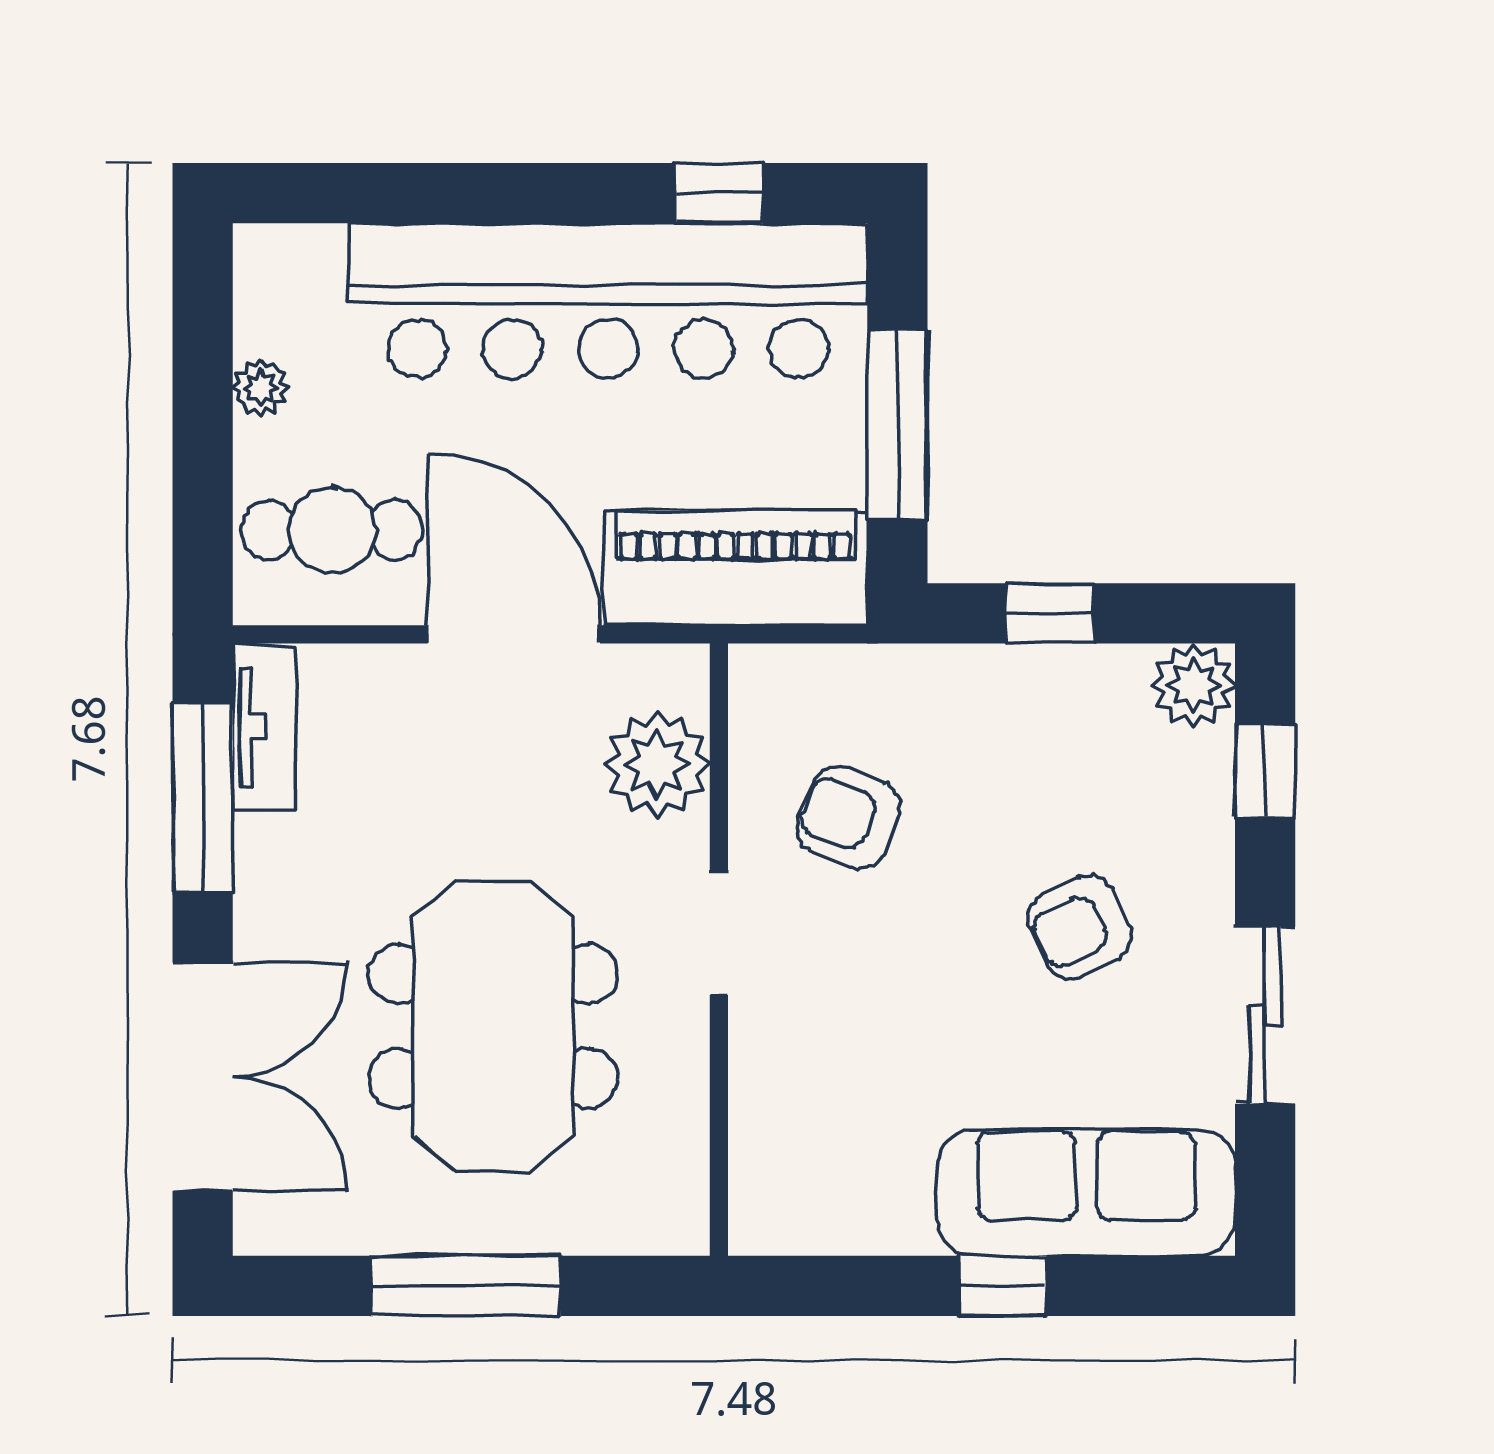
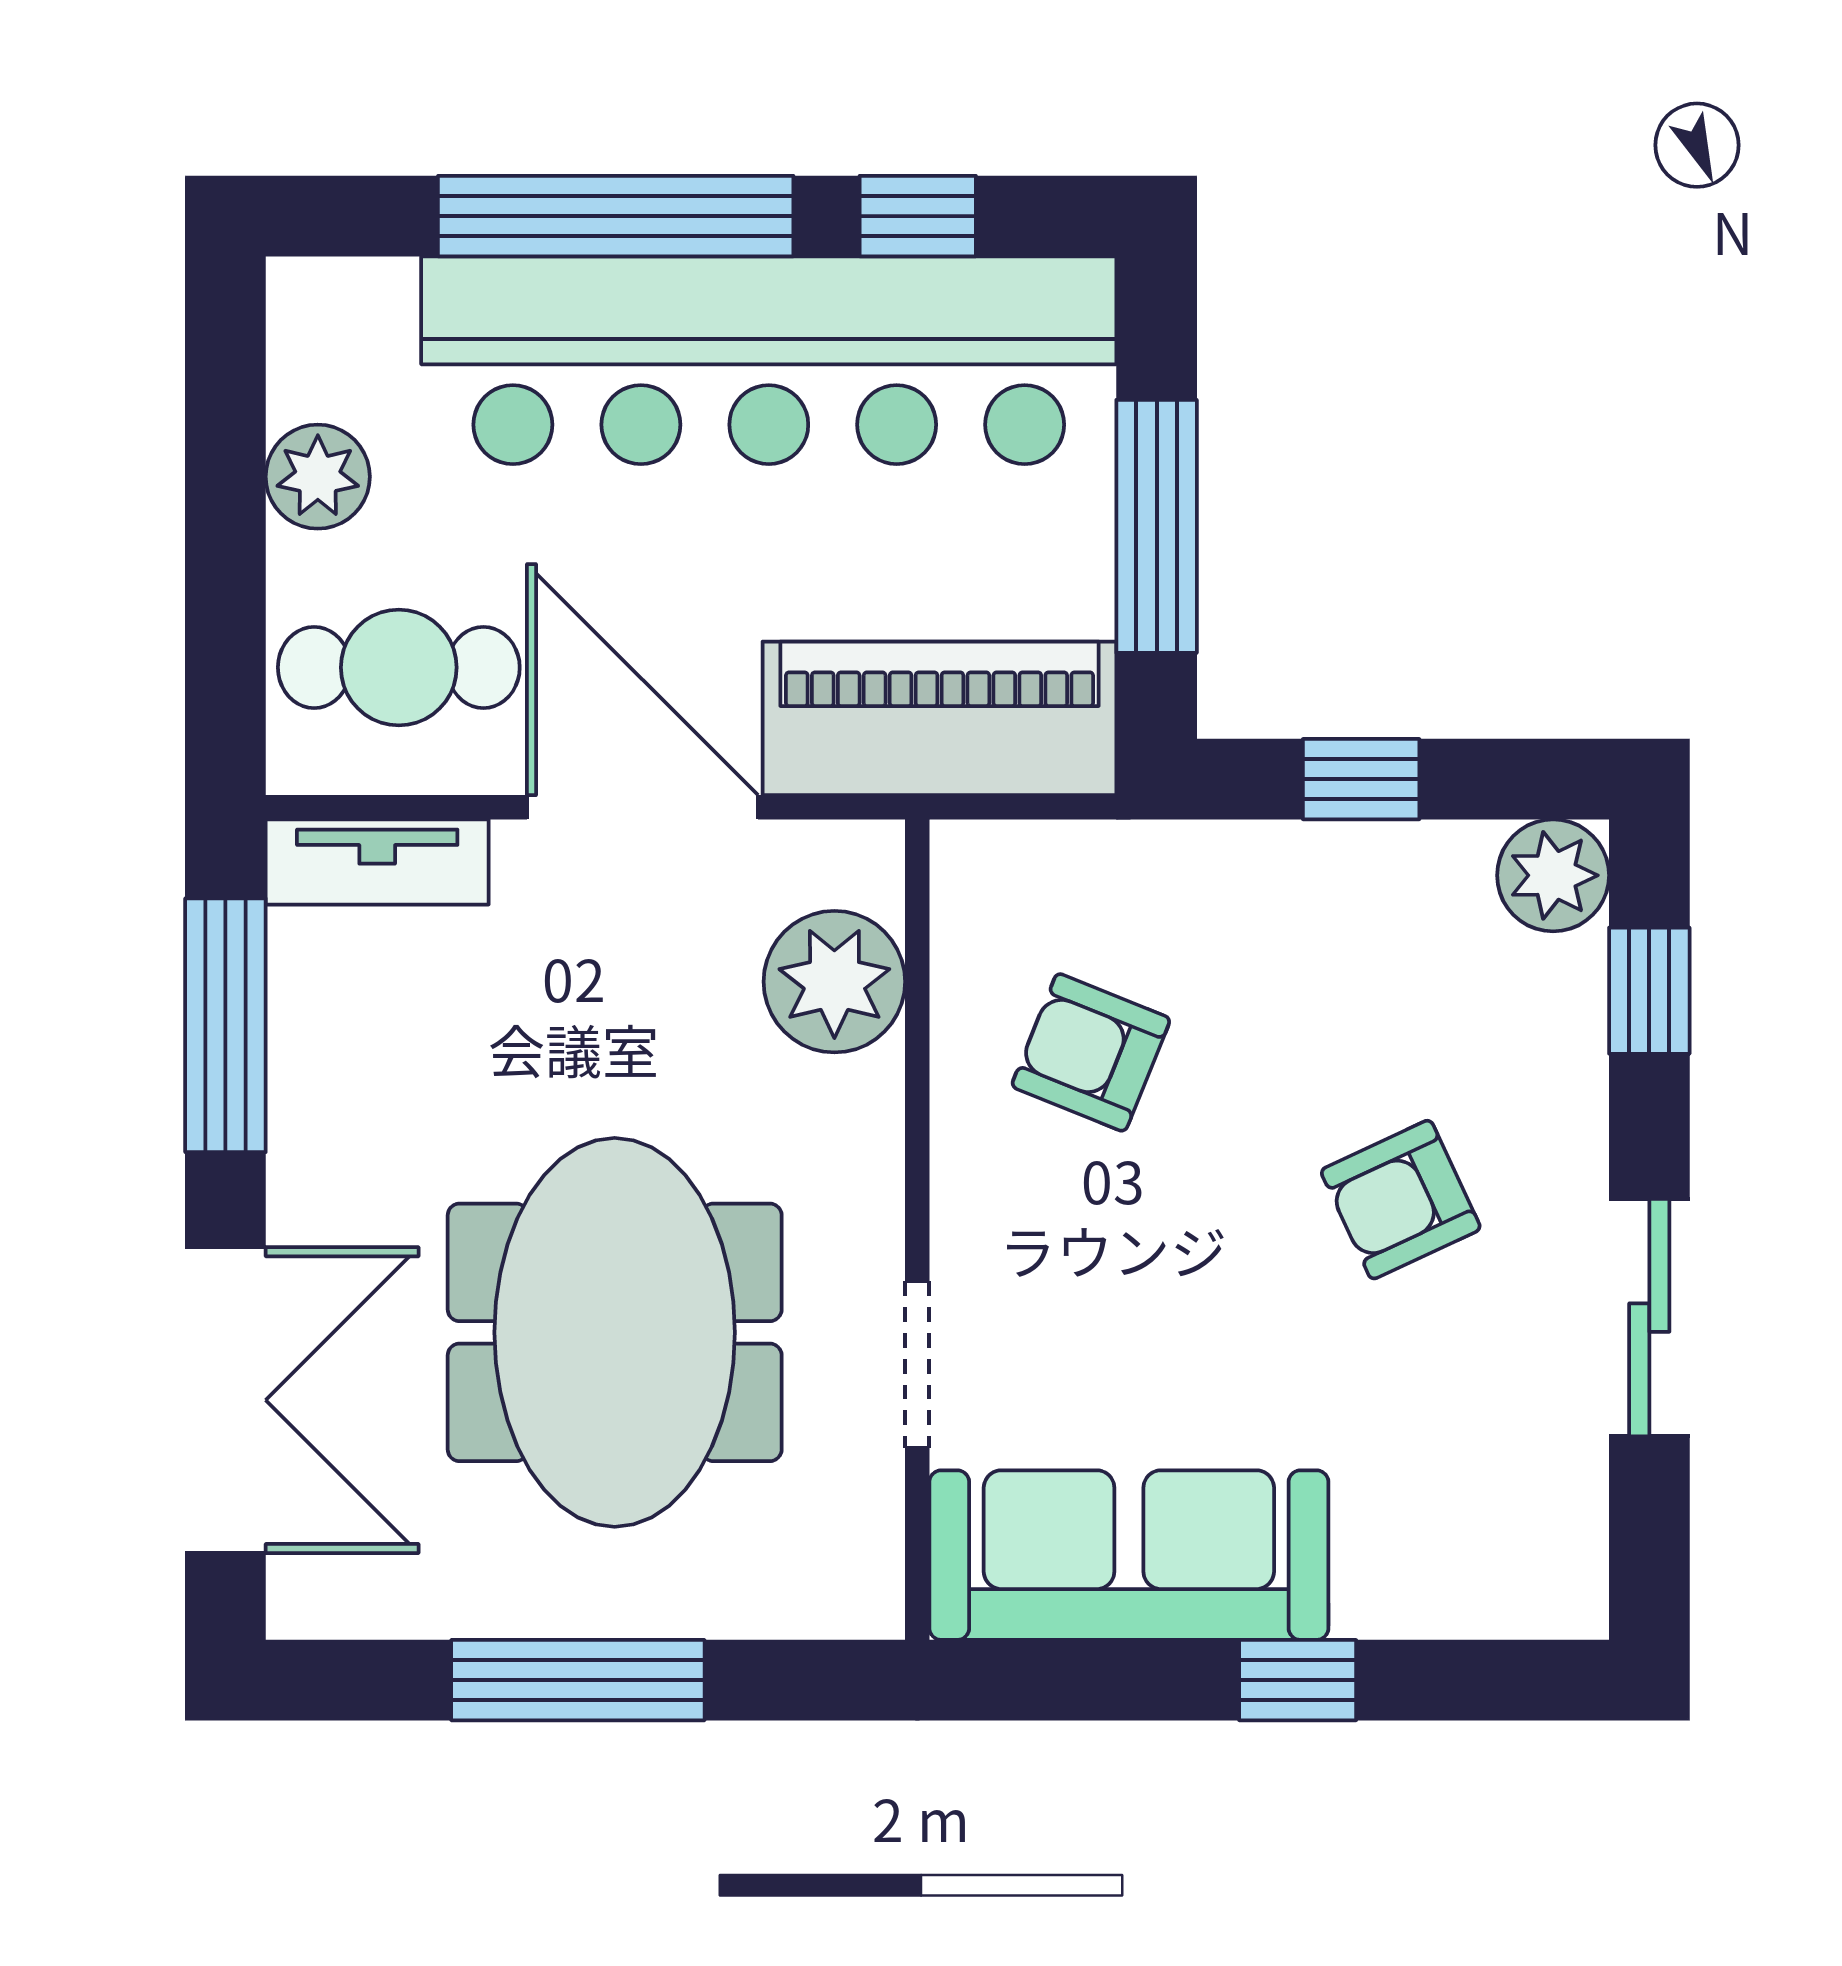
window: (494, 193) -> (616, 216), added
plant: (261, 388) -> (318, 477), width x1.38, depth x1.38
tv unit: (264, 727) -> (377, 862), moved, turned 90
doorway: (719, 933) -> (917, 1365), moved
sofa: (1086, 1192) -> (1129, 1555), moved

